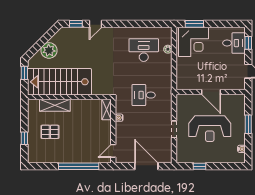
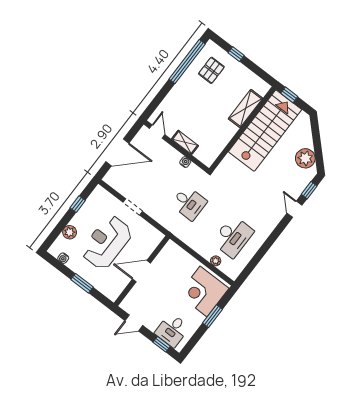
window: (194, 24) -> (212, 316), moved
plant: (49, 50) -> (305, 158), moved
window: (24, 73) -> (289, 95), moved
desk: (144, 95) -> (189, 203), turned 90
shelving: (107, 110) -> (185, 142), moved
pallet: (50, 132) -> (211, 70), moved
plant: (222, 158) -> (70, 232), added
window: (79, 166) -> (187, 61), moved

